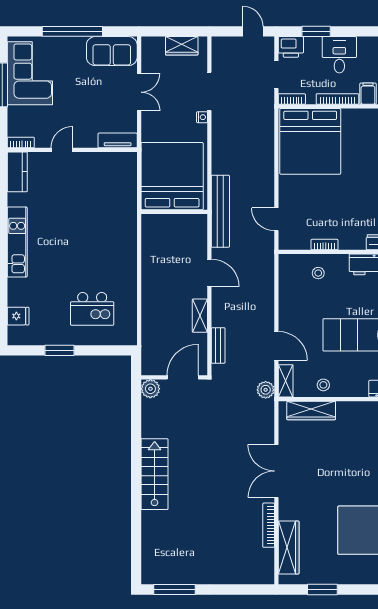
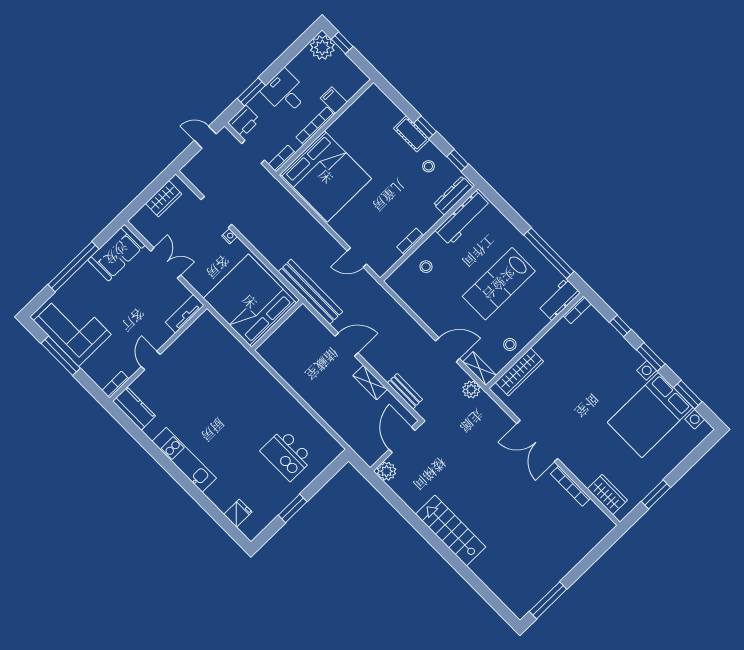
kitchen island: (92, 309) -> (287, 455), turned 90
wardrobe: (289, 548) -> (607, 494), width x0.67

